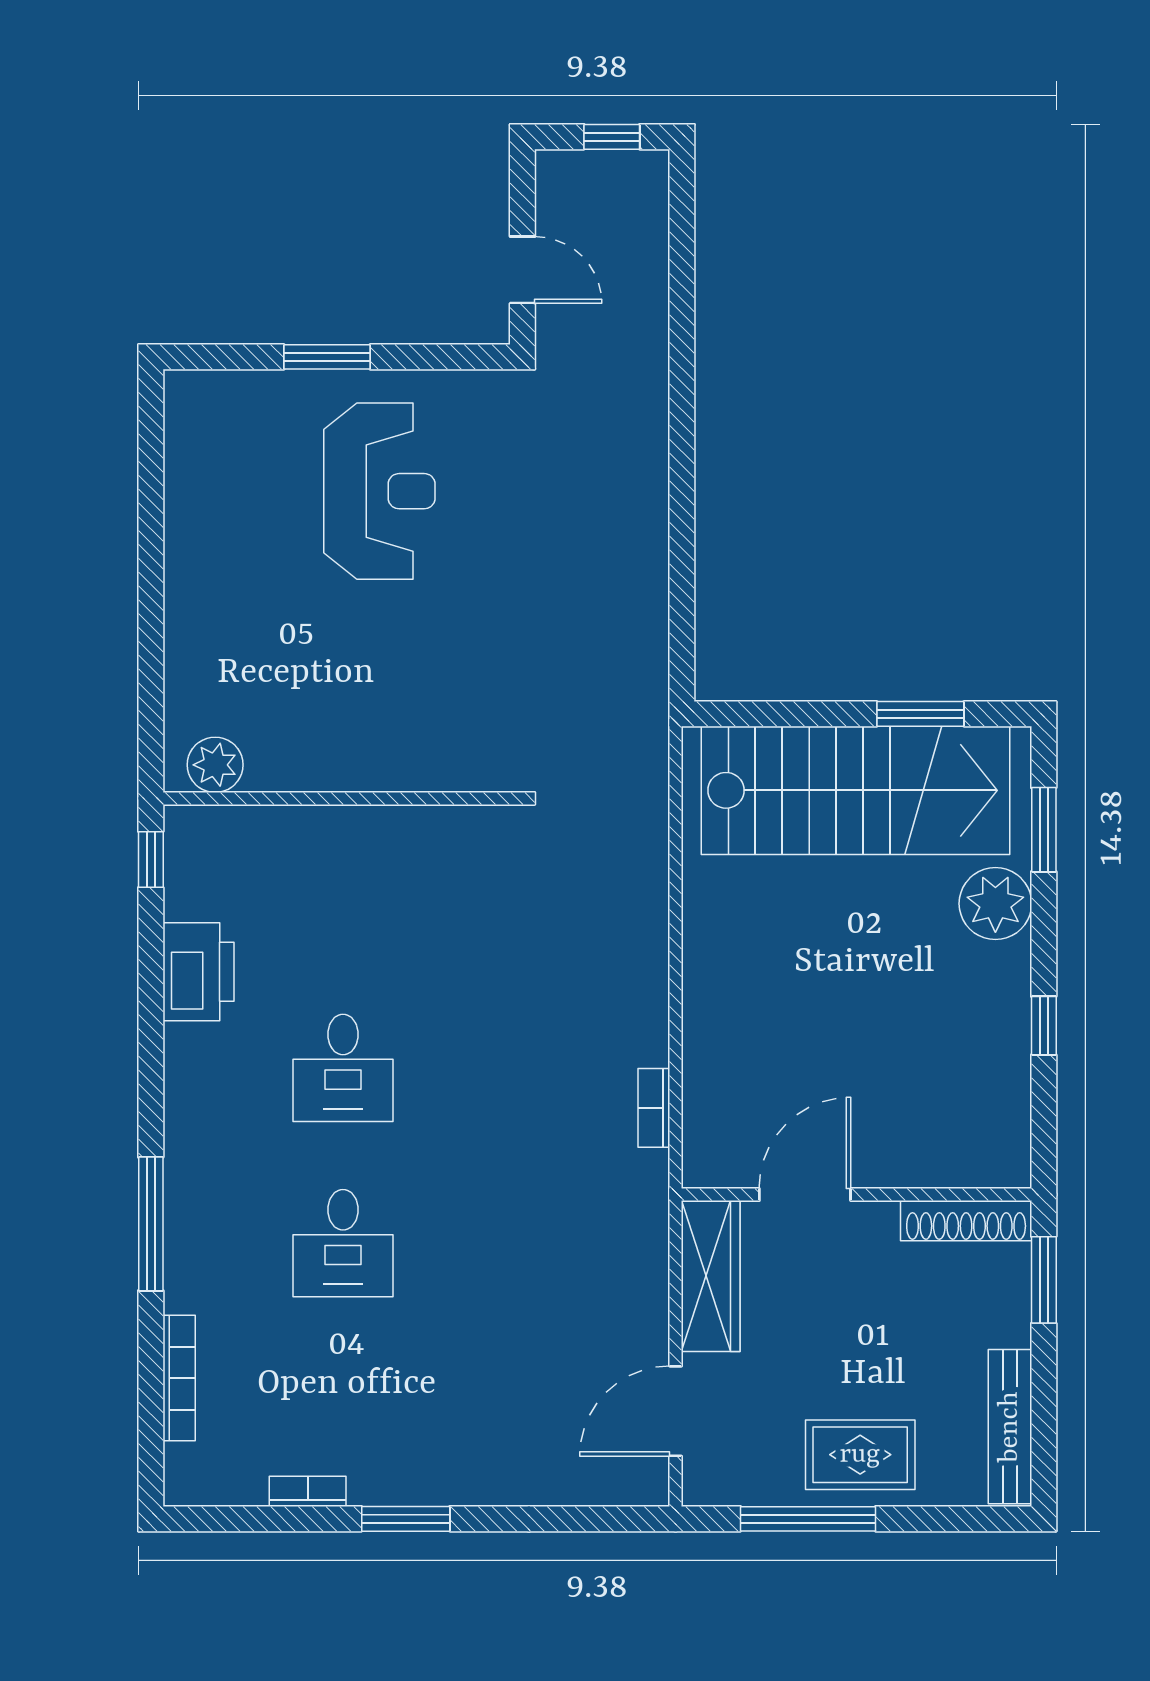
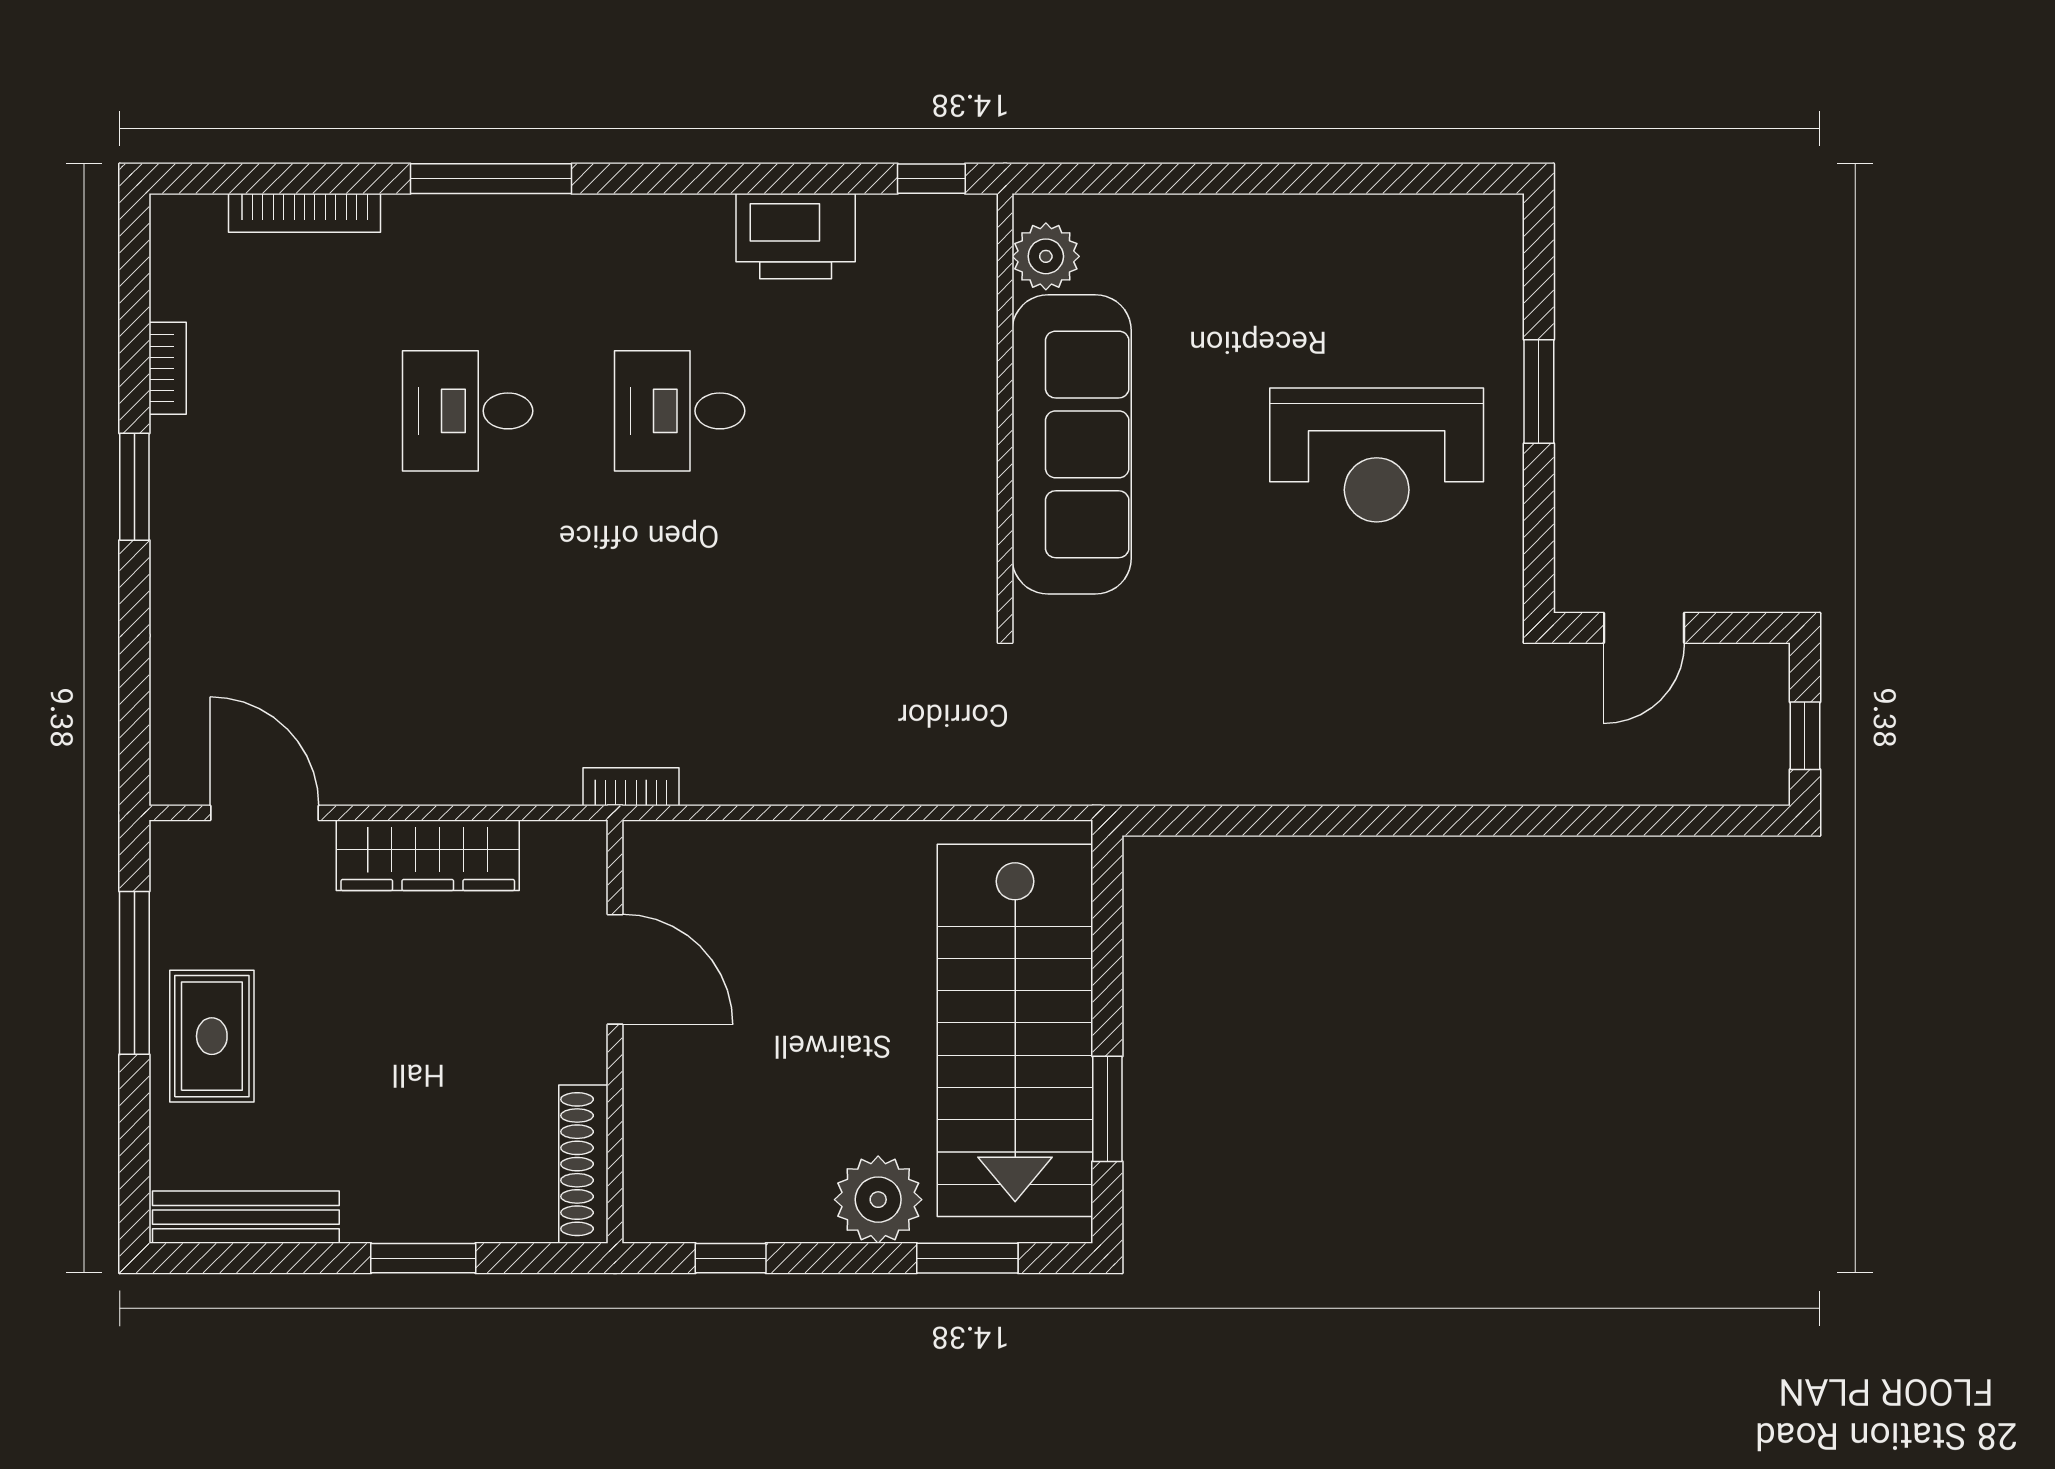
sofa: (371, 743) -> (1072, 444), added
door: (805, 1195) -> (615, 969), moved
wall: (856, 1195) -> (615, 1032), moved
shoe rack: (966, 1221) -> (583, 1164), moved

